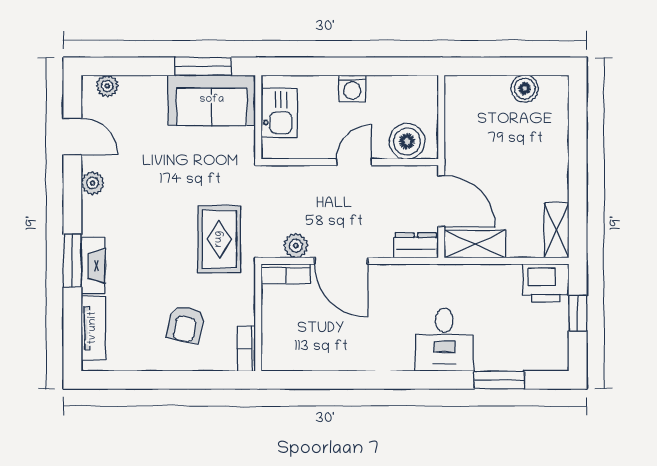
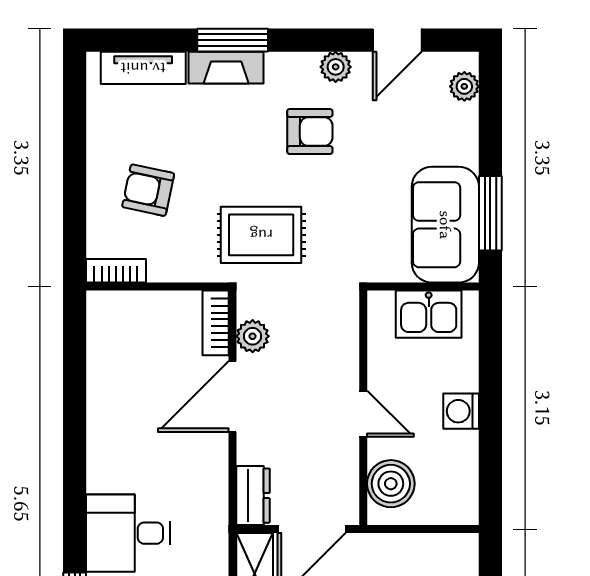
armchair: (141, 202) -> (310, 132), added

